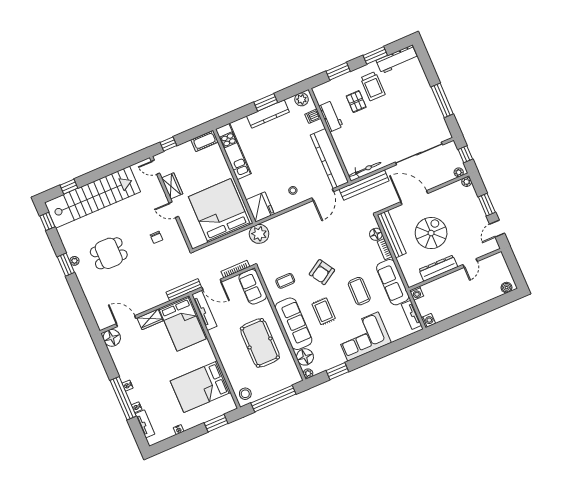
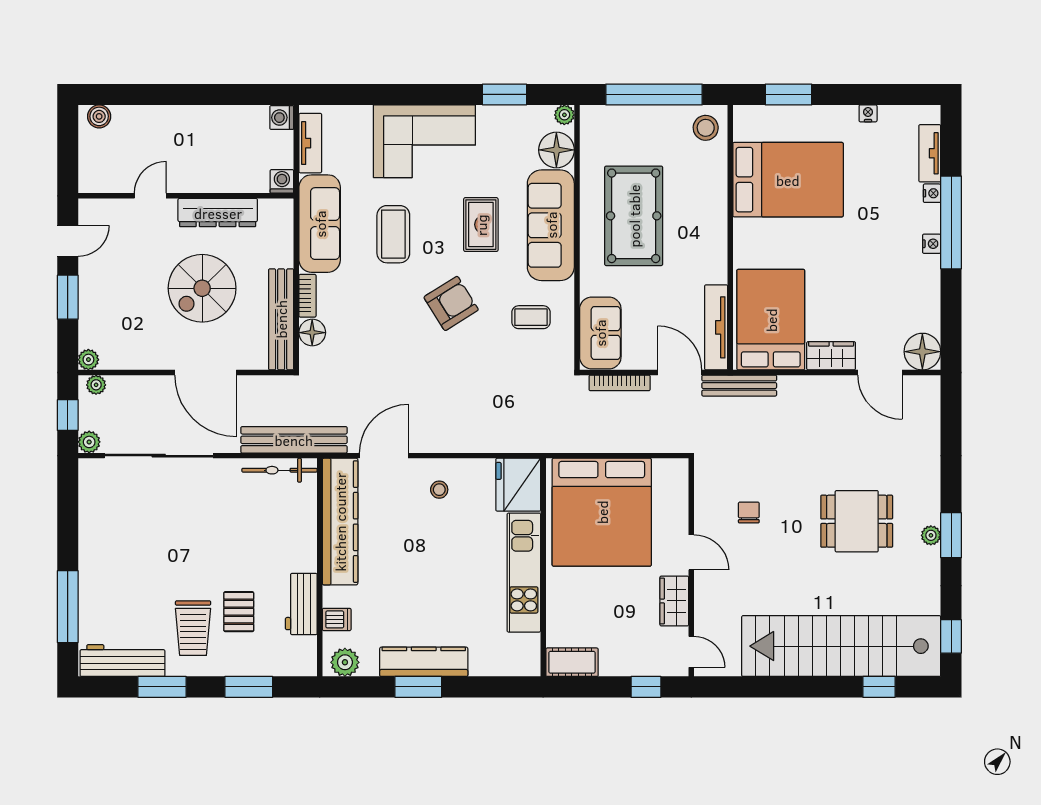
trolley: (373, 86) -> (193, 628), turned 180
window: (442, 100) -> (68, 607), moved
kitchen unit: (233, 151) -> (524, 573), moved
plant: (259, 234) -> (89, 442), moved, width x0.53, depth x0.53

